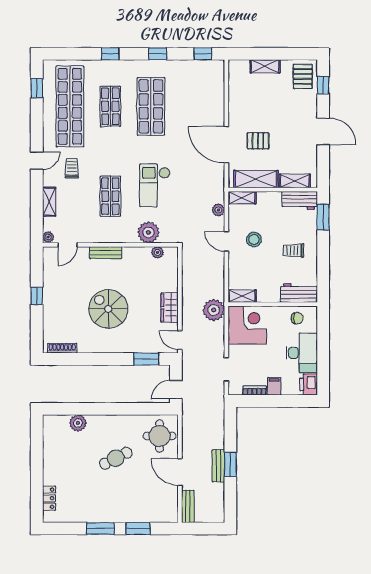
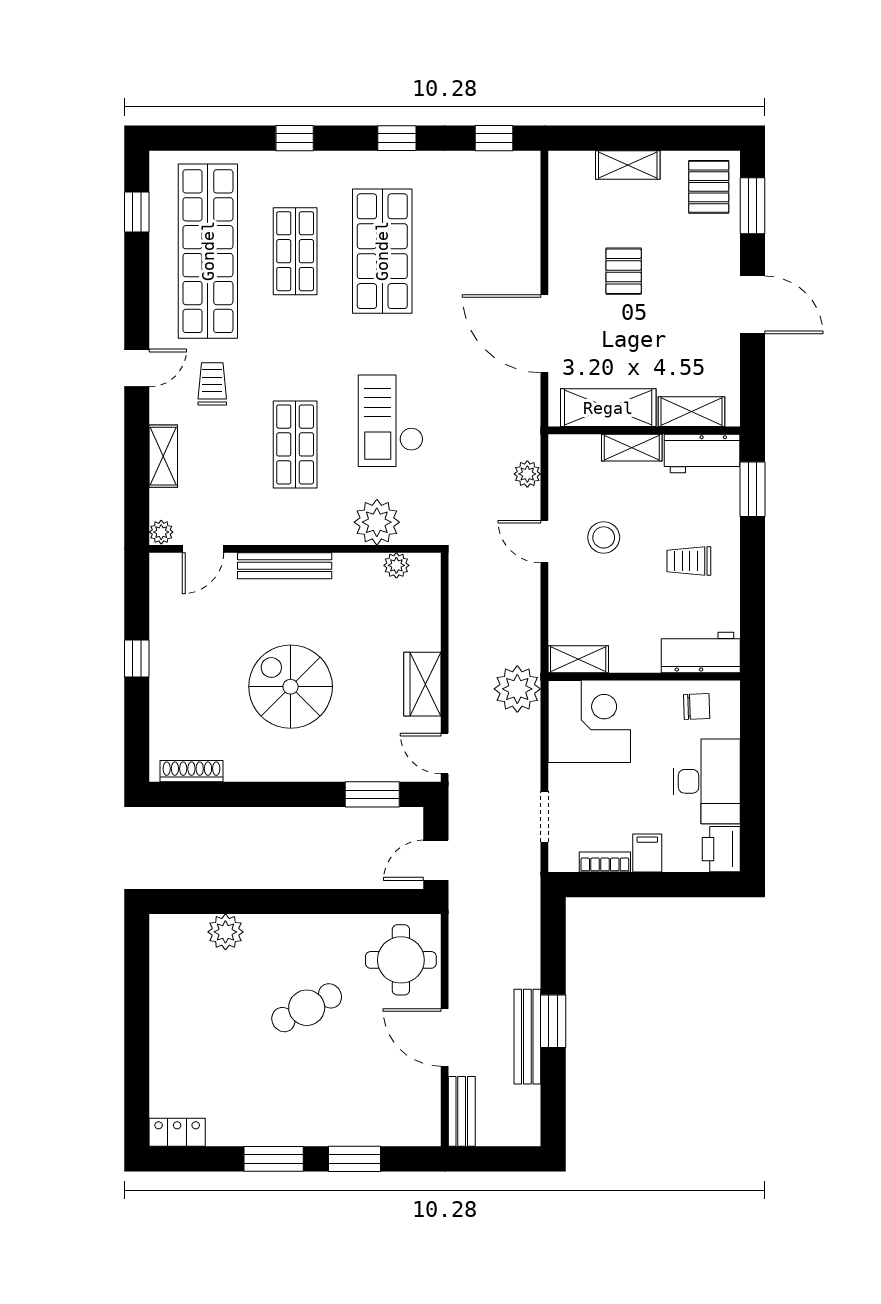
window: (323, 85) -> (752, 206), width x1.50
pallet: (258, 141) -> (624, 271), moved, turned 90
shelving: (242, 198) -> (632, 448), moved
bench: (106, 253) -> (285, 566), width x1.36
bench: (218, 466) -> (527, 1037), width x1.36
locker: (49, 498) -> (177, 1132), moved, turned -90

